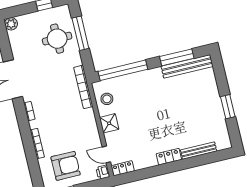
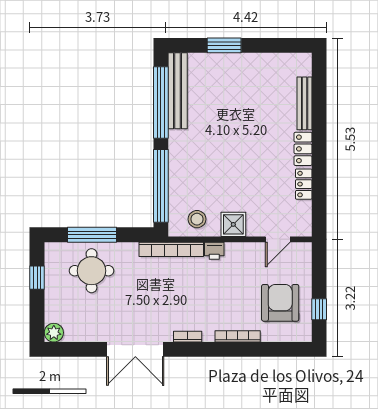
window: (177, 57) -> (161, 103), width x1.46
window: (228, 107) -> (224, 45), moved
locker: (123, 168) -> (304, 184), moved
printer: (103, 172) -> (214, 251), moved

